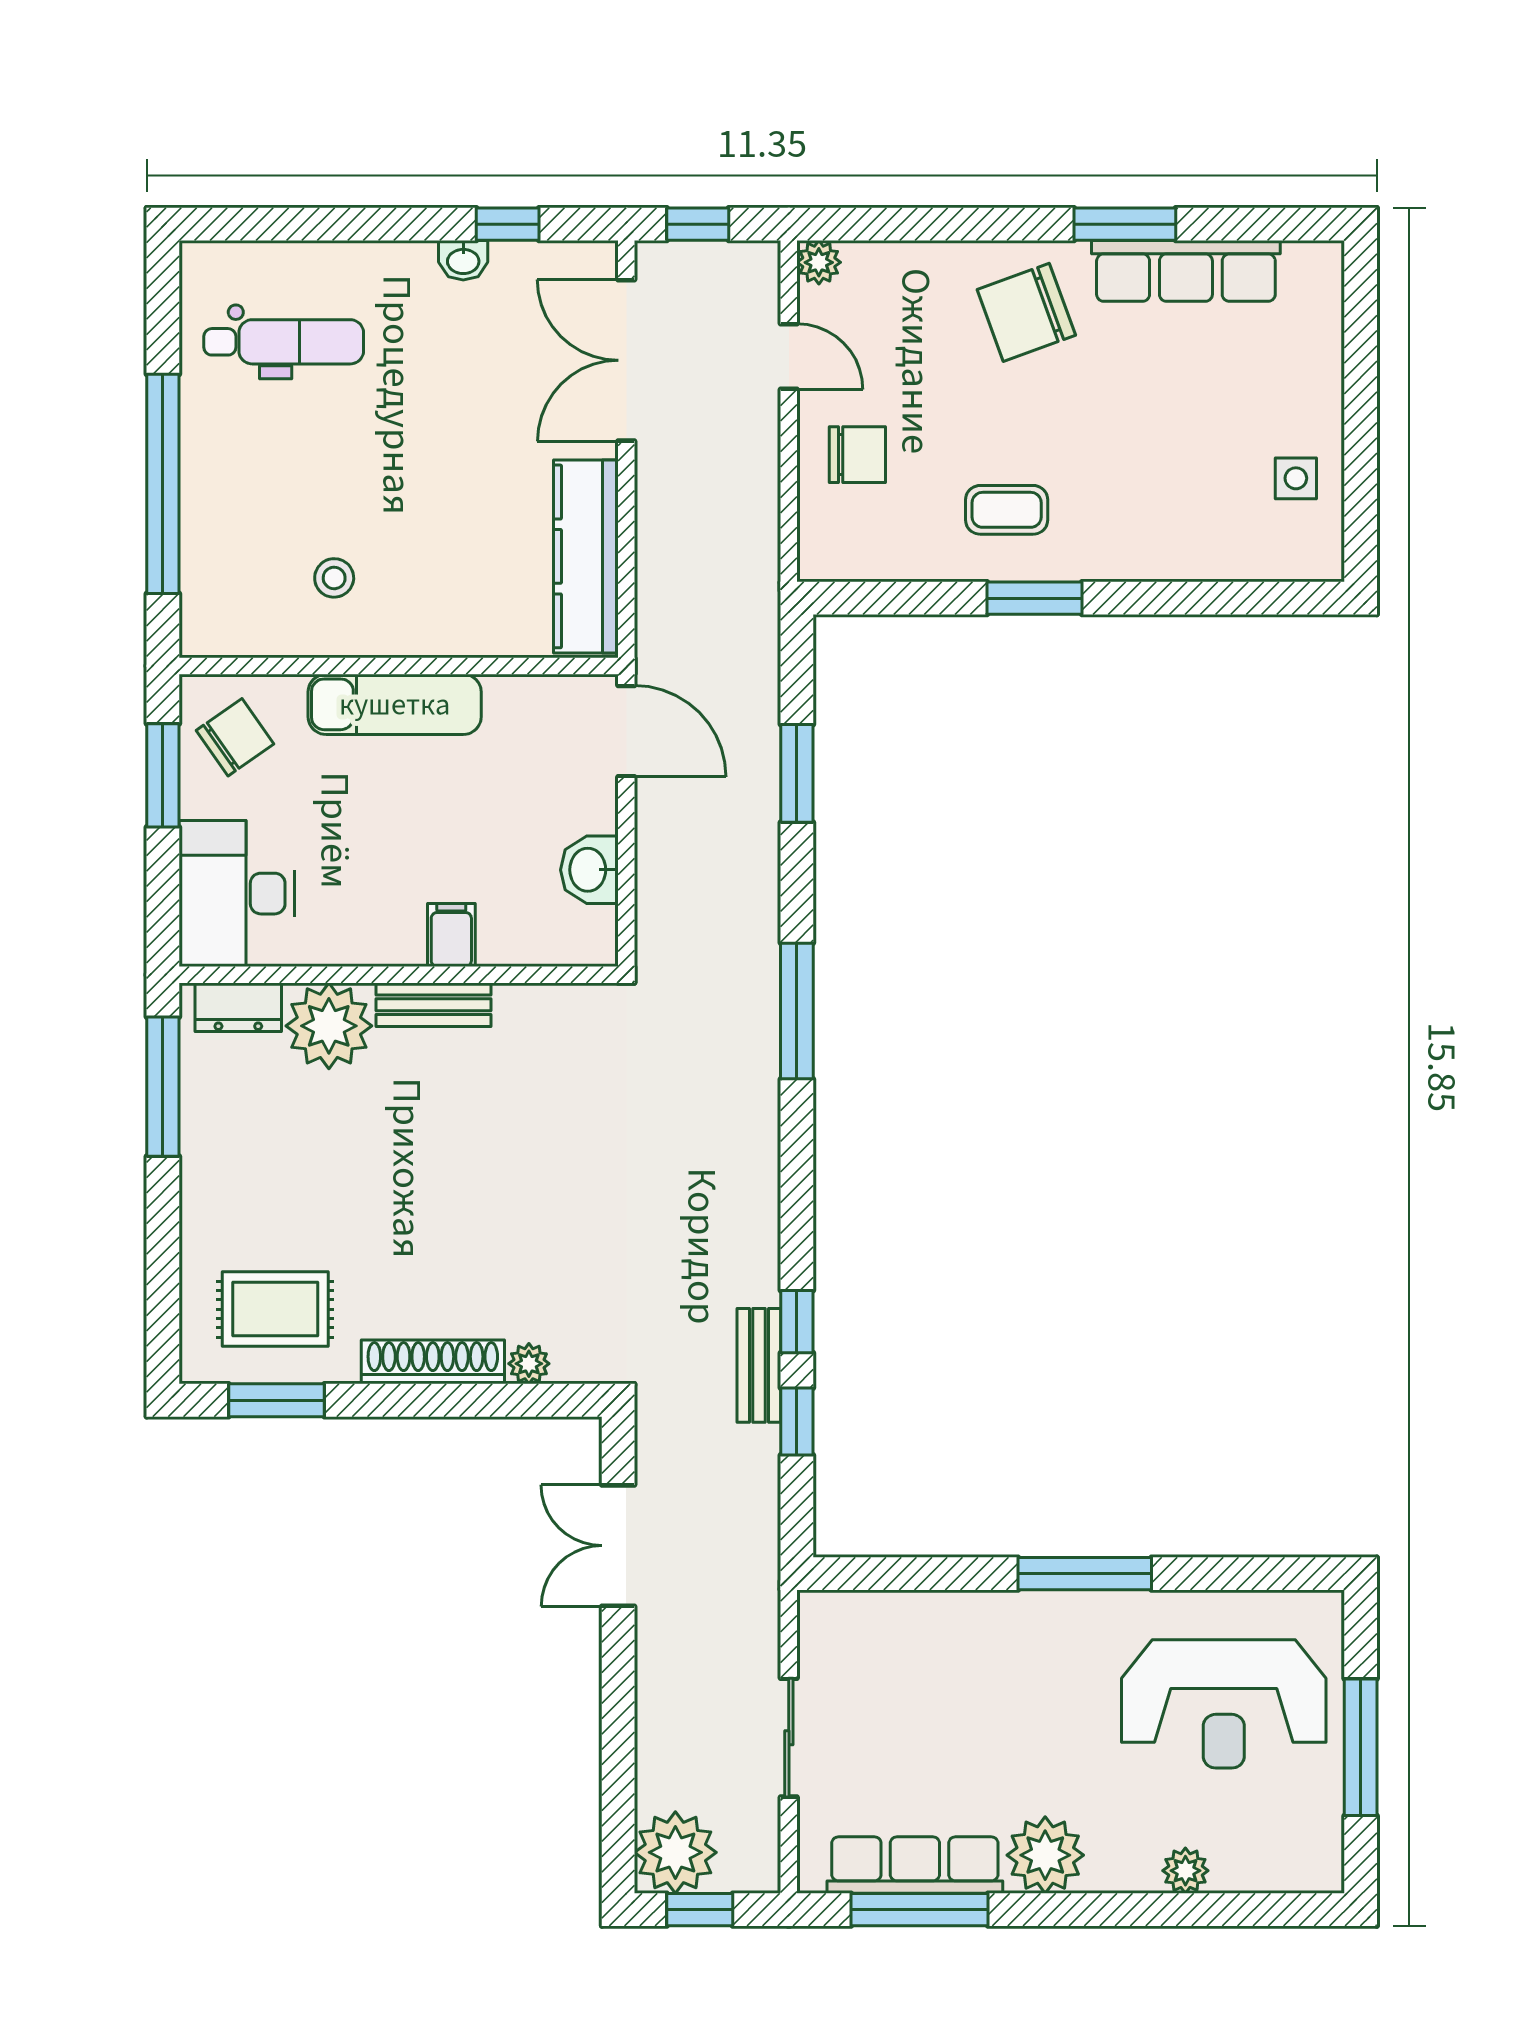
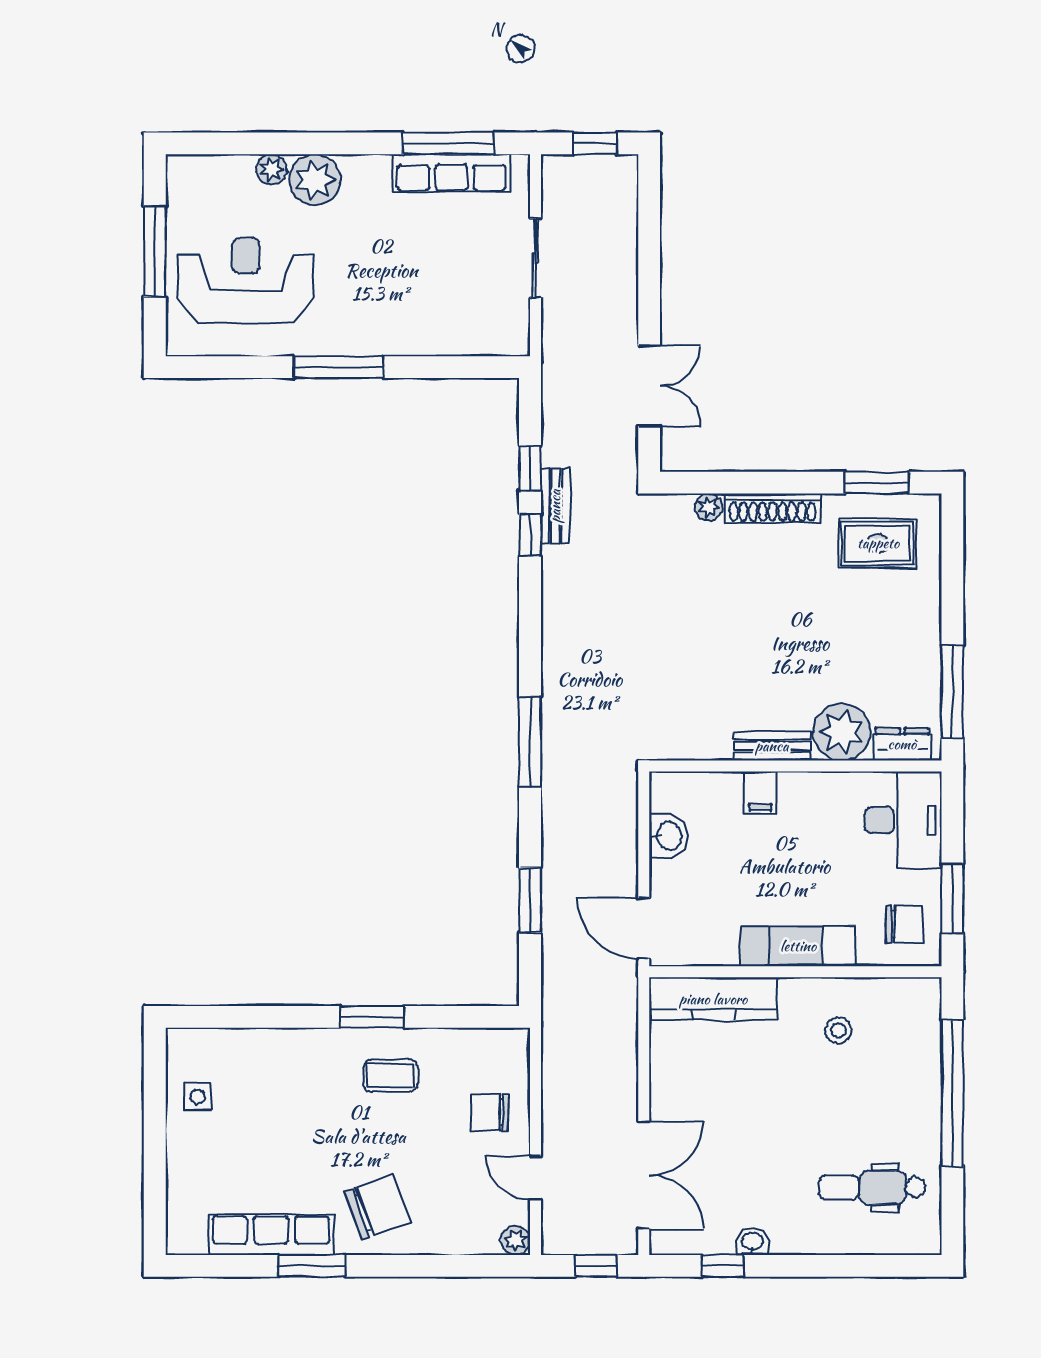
kitchen counter: (586, 556) -> (713, 999), moved, turned 90
chair: (235, 737) -> (904, 924), turned -145
plant: (675, 1852) -> (611, 181), removed
plant: (1045, 1855) -> (315, 180), moved

